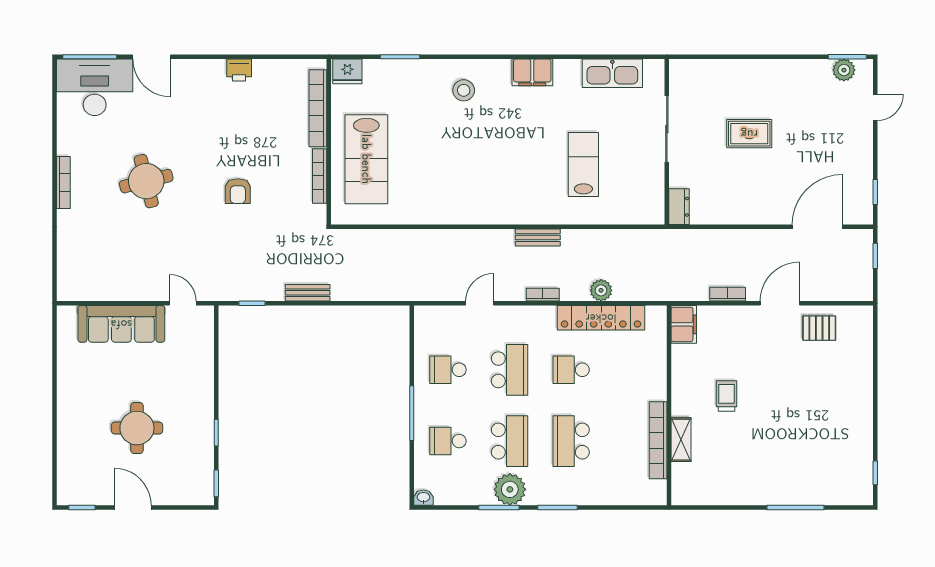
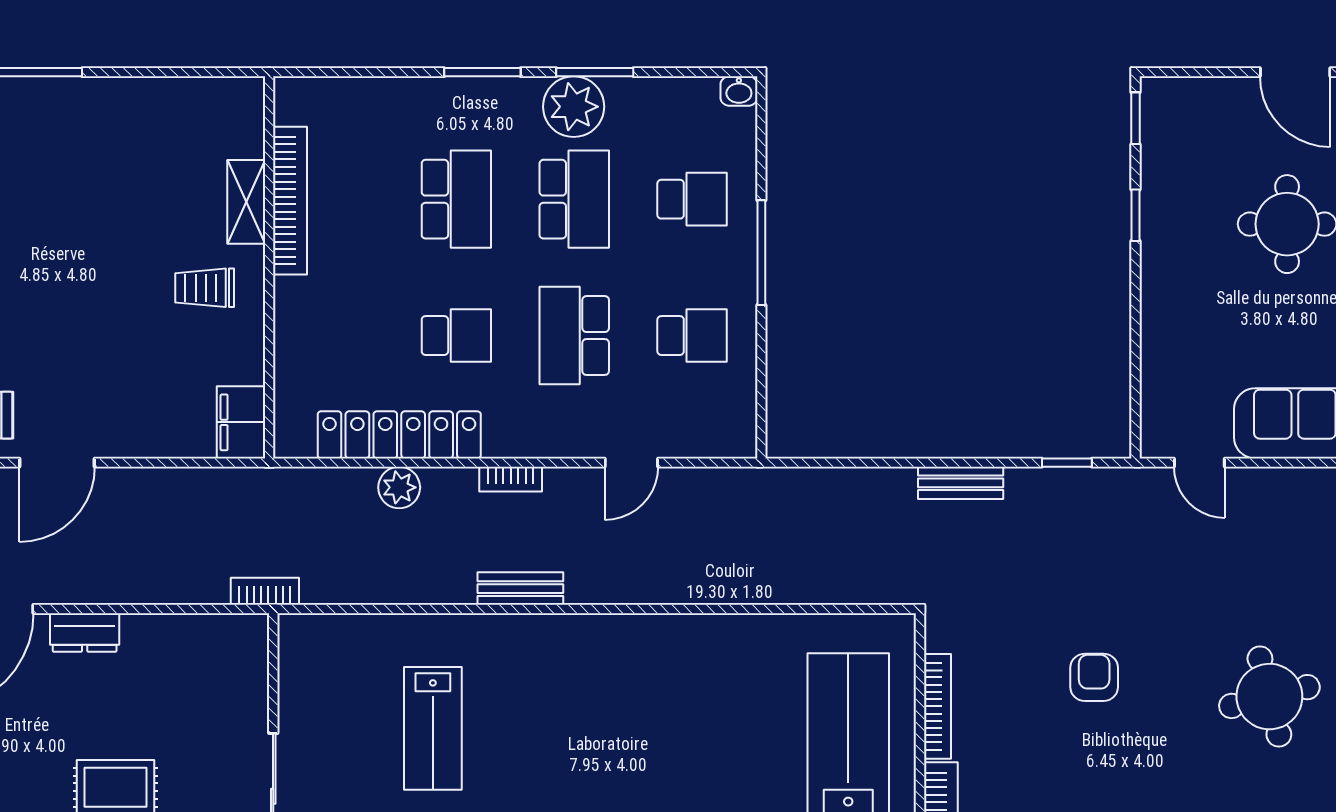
dresser: (679, 207) -> (85, 632), moved, turned -90
bookcase: (728, 294) -> (265, 591), moved, turned 180
trolley: (727, 396) -> (205, 288), moved, turned 90
school desk: (510, 441) -> (574, 199), turned 180

